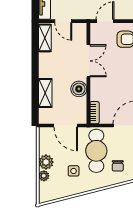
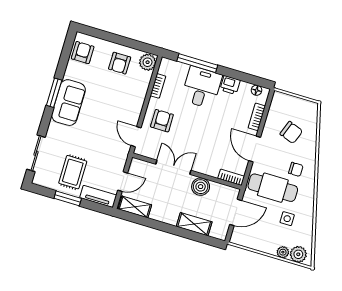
plant: (46, 162) -> (298, 254), moved

